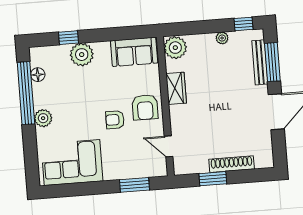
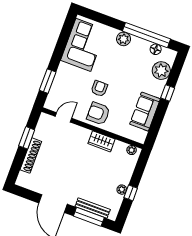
window: (244, 24) -> (131, 193), moved
window: (69, 38) -> (168, 93), moved
plant: (175, 48) -> (132, 150), width x0.53, depth x0.53
sofa: (134, 52) -> (145, 112), moved
plant: (82, 55) -> (161, 71), moved

